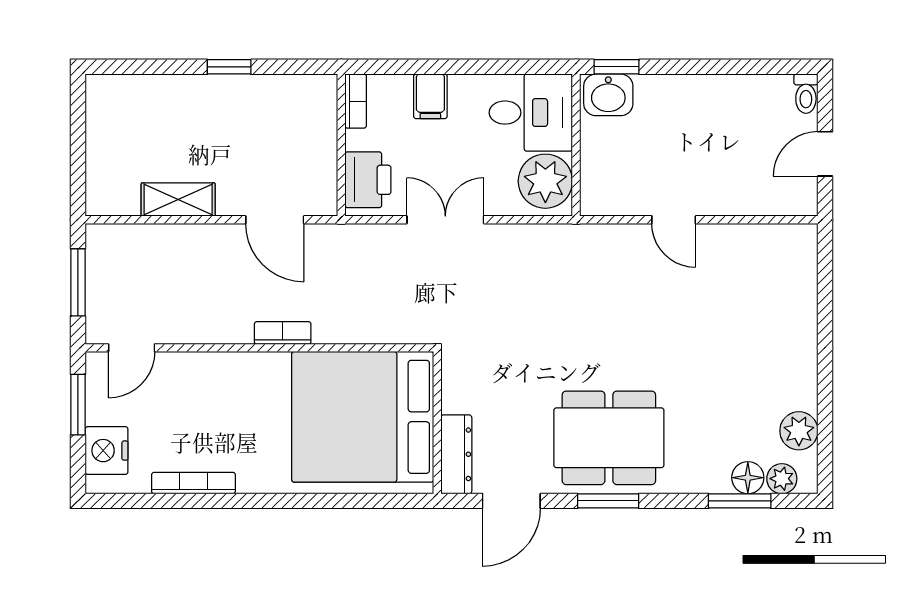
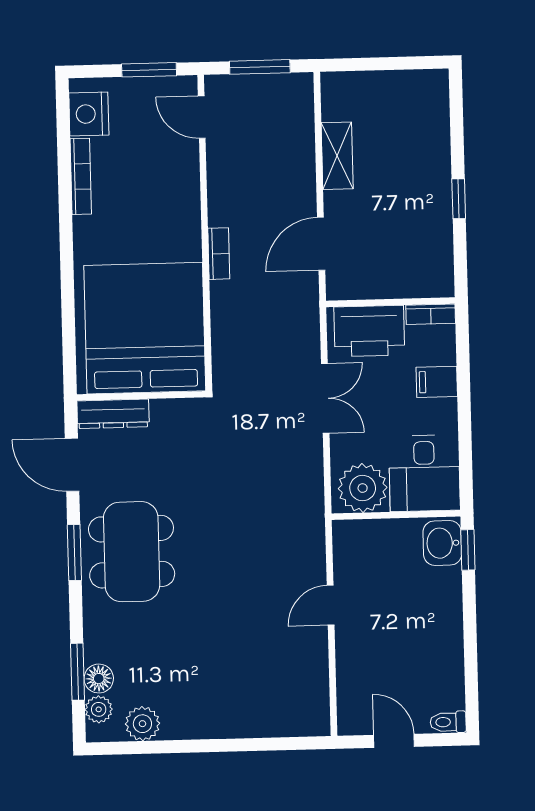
printer: (368, 180) -> (369, 331), width x1.37, depth x1.19
nightstand: (107, 451) -> (89, 114), moved, turned -90

